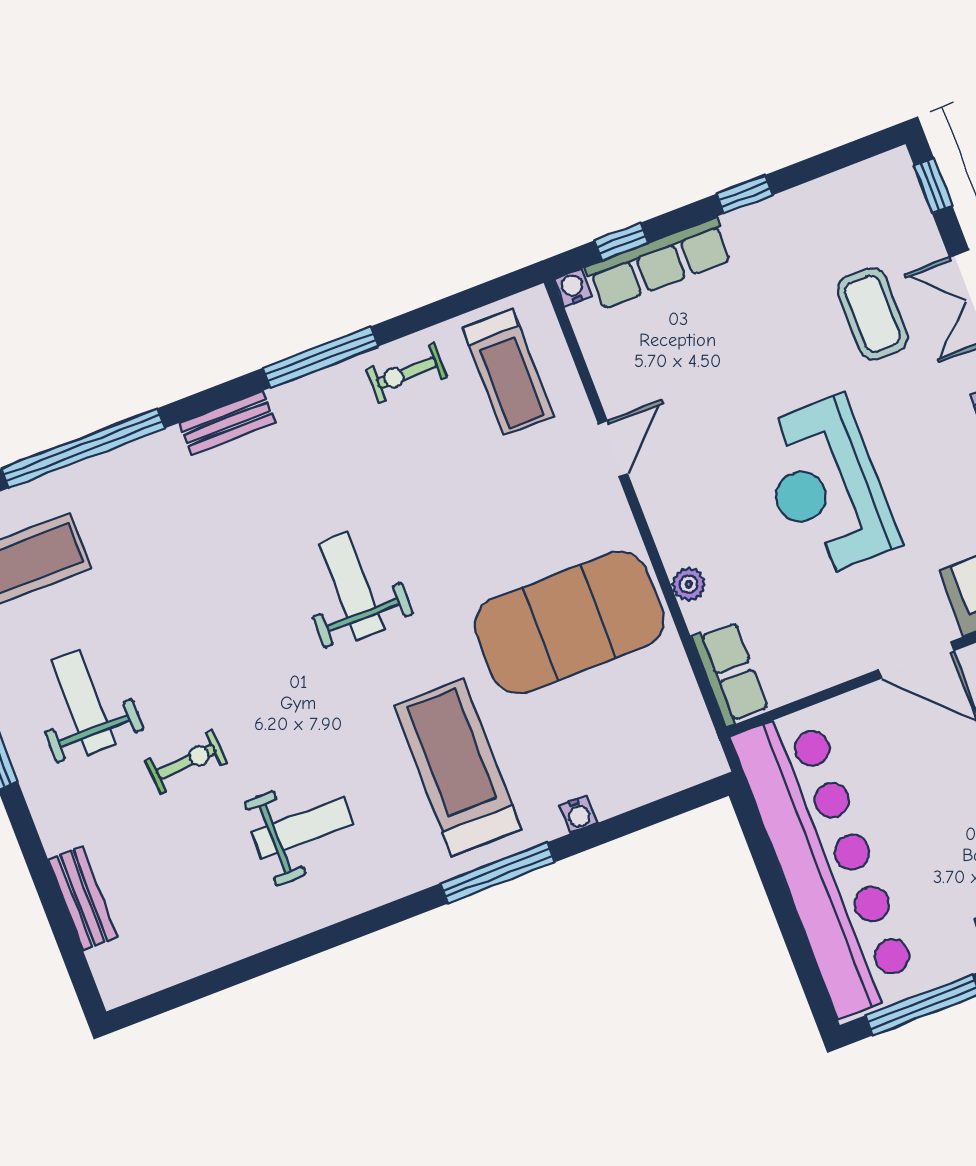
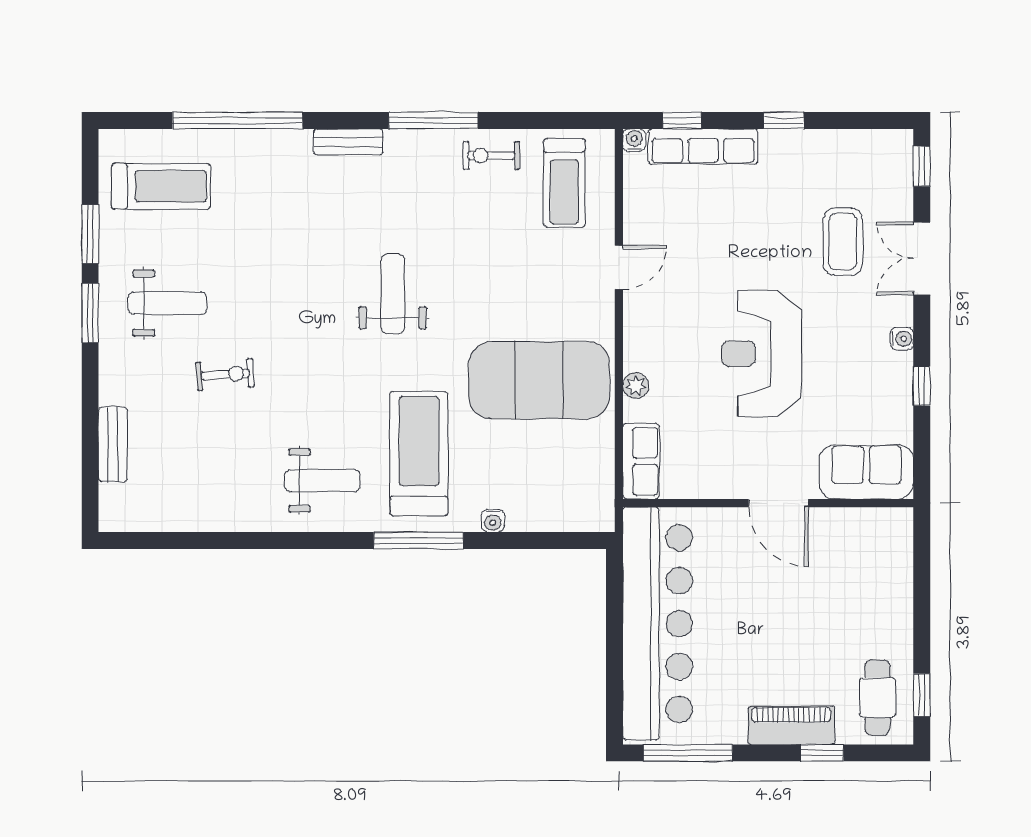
weight bench: (83, 702) -> (167, 303), turned 90
weight bench: (303, 828) -> (322, 481), moved

